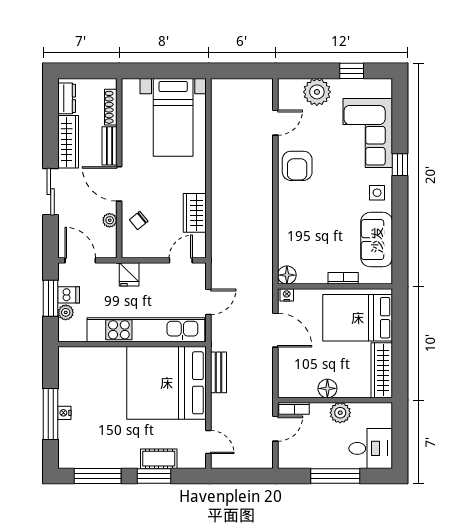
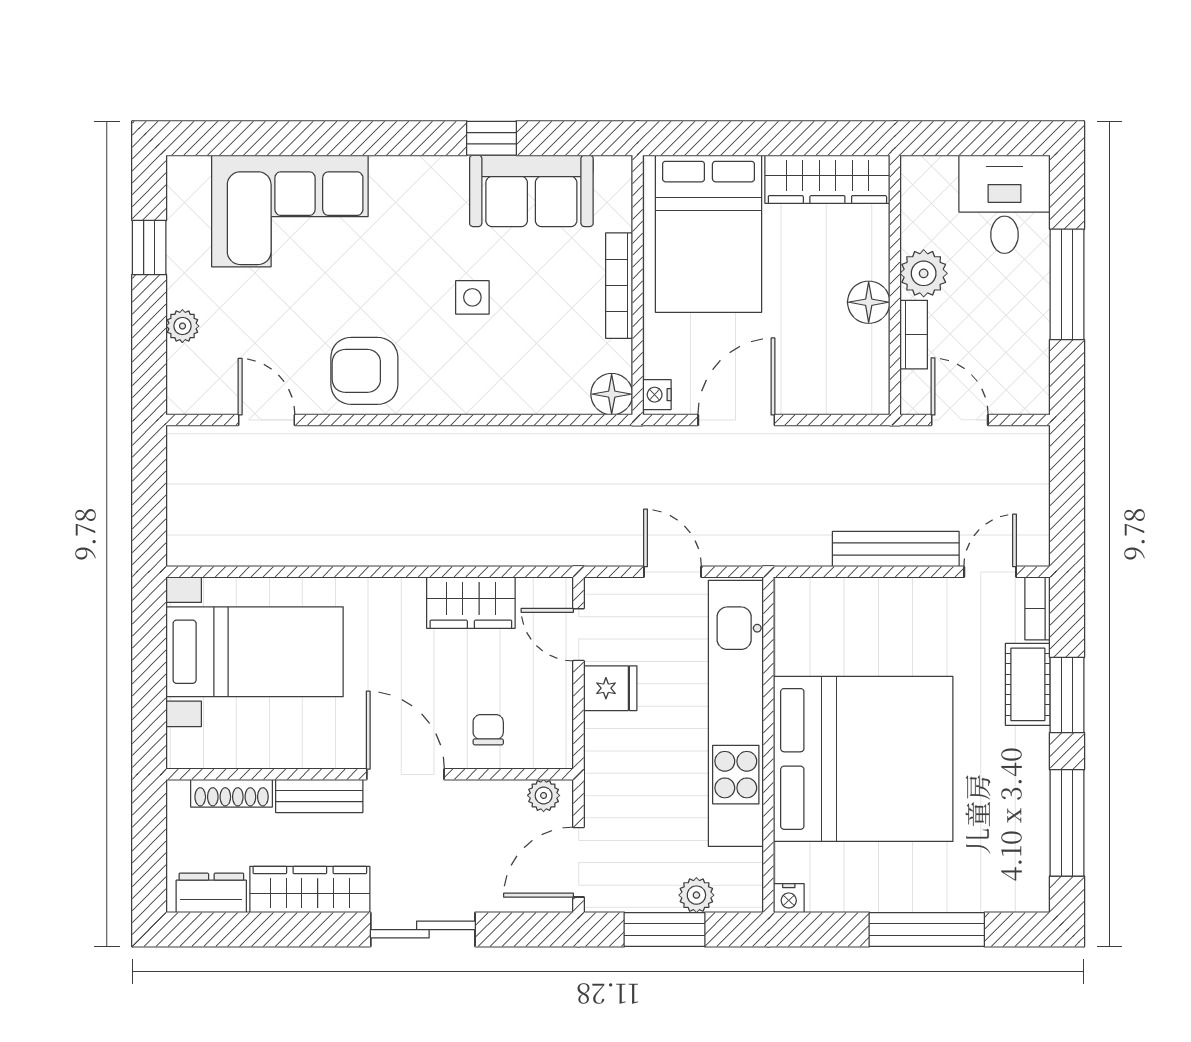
plant: (317, 92) -> (182, 326), width x0.53, depth x0.53
window: (400, 165) -> (492, 138), moved
armchair: (297, 166) -> (364, 371), turned 180
door: (119, 184) -> (405, 774), swing flipped
side table: (377, 193) -> (472, 297), moved
plant: (110, 220) -> (544, 795), moved
chair: (139, 220) -> (488, 730), turned -141
fridge: (129, 274) -> (610, 688), moved
bookcase: (343, 278) -> (619, 286), width x1.56
dishwasher: (69, 295) -> (657, 889), removed
bench: (219, 372) -> (896, 549), moved, width x1.36
bed: (167, 383) -> (863, 759), moved, turned -90
bookcase: (294, 408) -> (914, 335), moved
nightstand: (64, 413) -> (789, 898), moved
bookcase: (192, 463) -> (1038, 608), added

